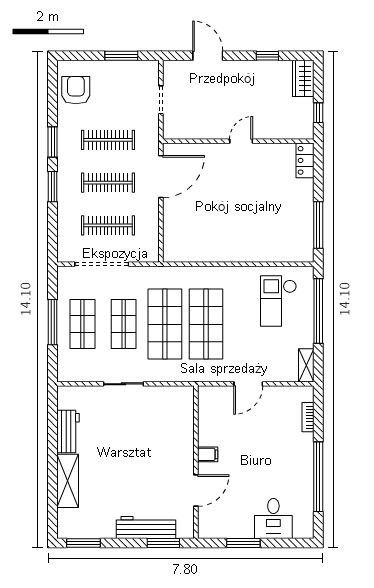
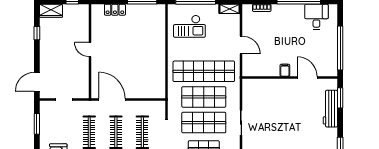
door: (208, 56) -> (37, 82), moved
locker: (305, 160) -> (115, 10), moved
shop shelf: (124, 324) -> (204, 123), width x1.43, depth x1.36
shop shelf: (206, 324) -> (204, 71), width x1.40
desk: (273, 519) -> (316, 17), moved, turned -90
window: (243, 543) -> (340, 48), width x2.11

